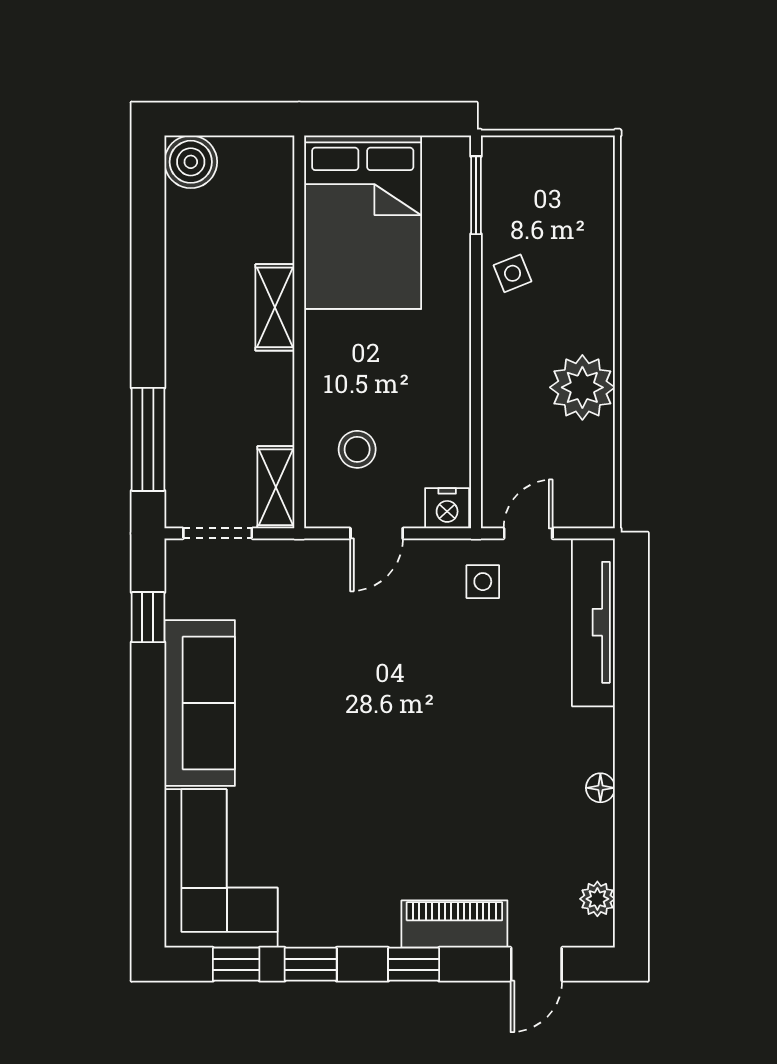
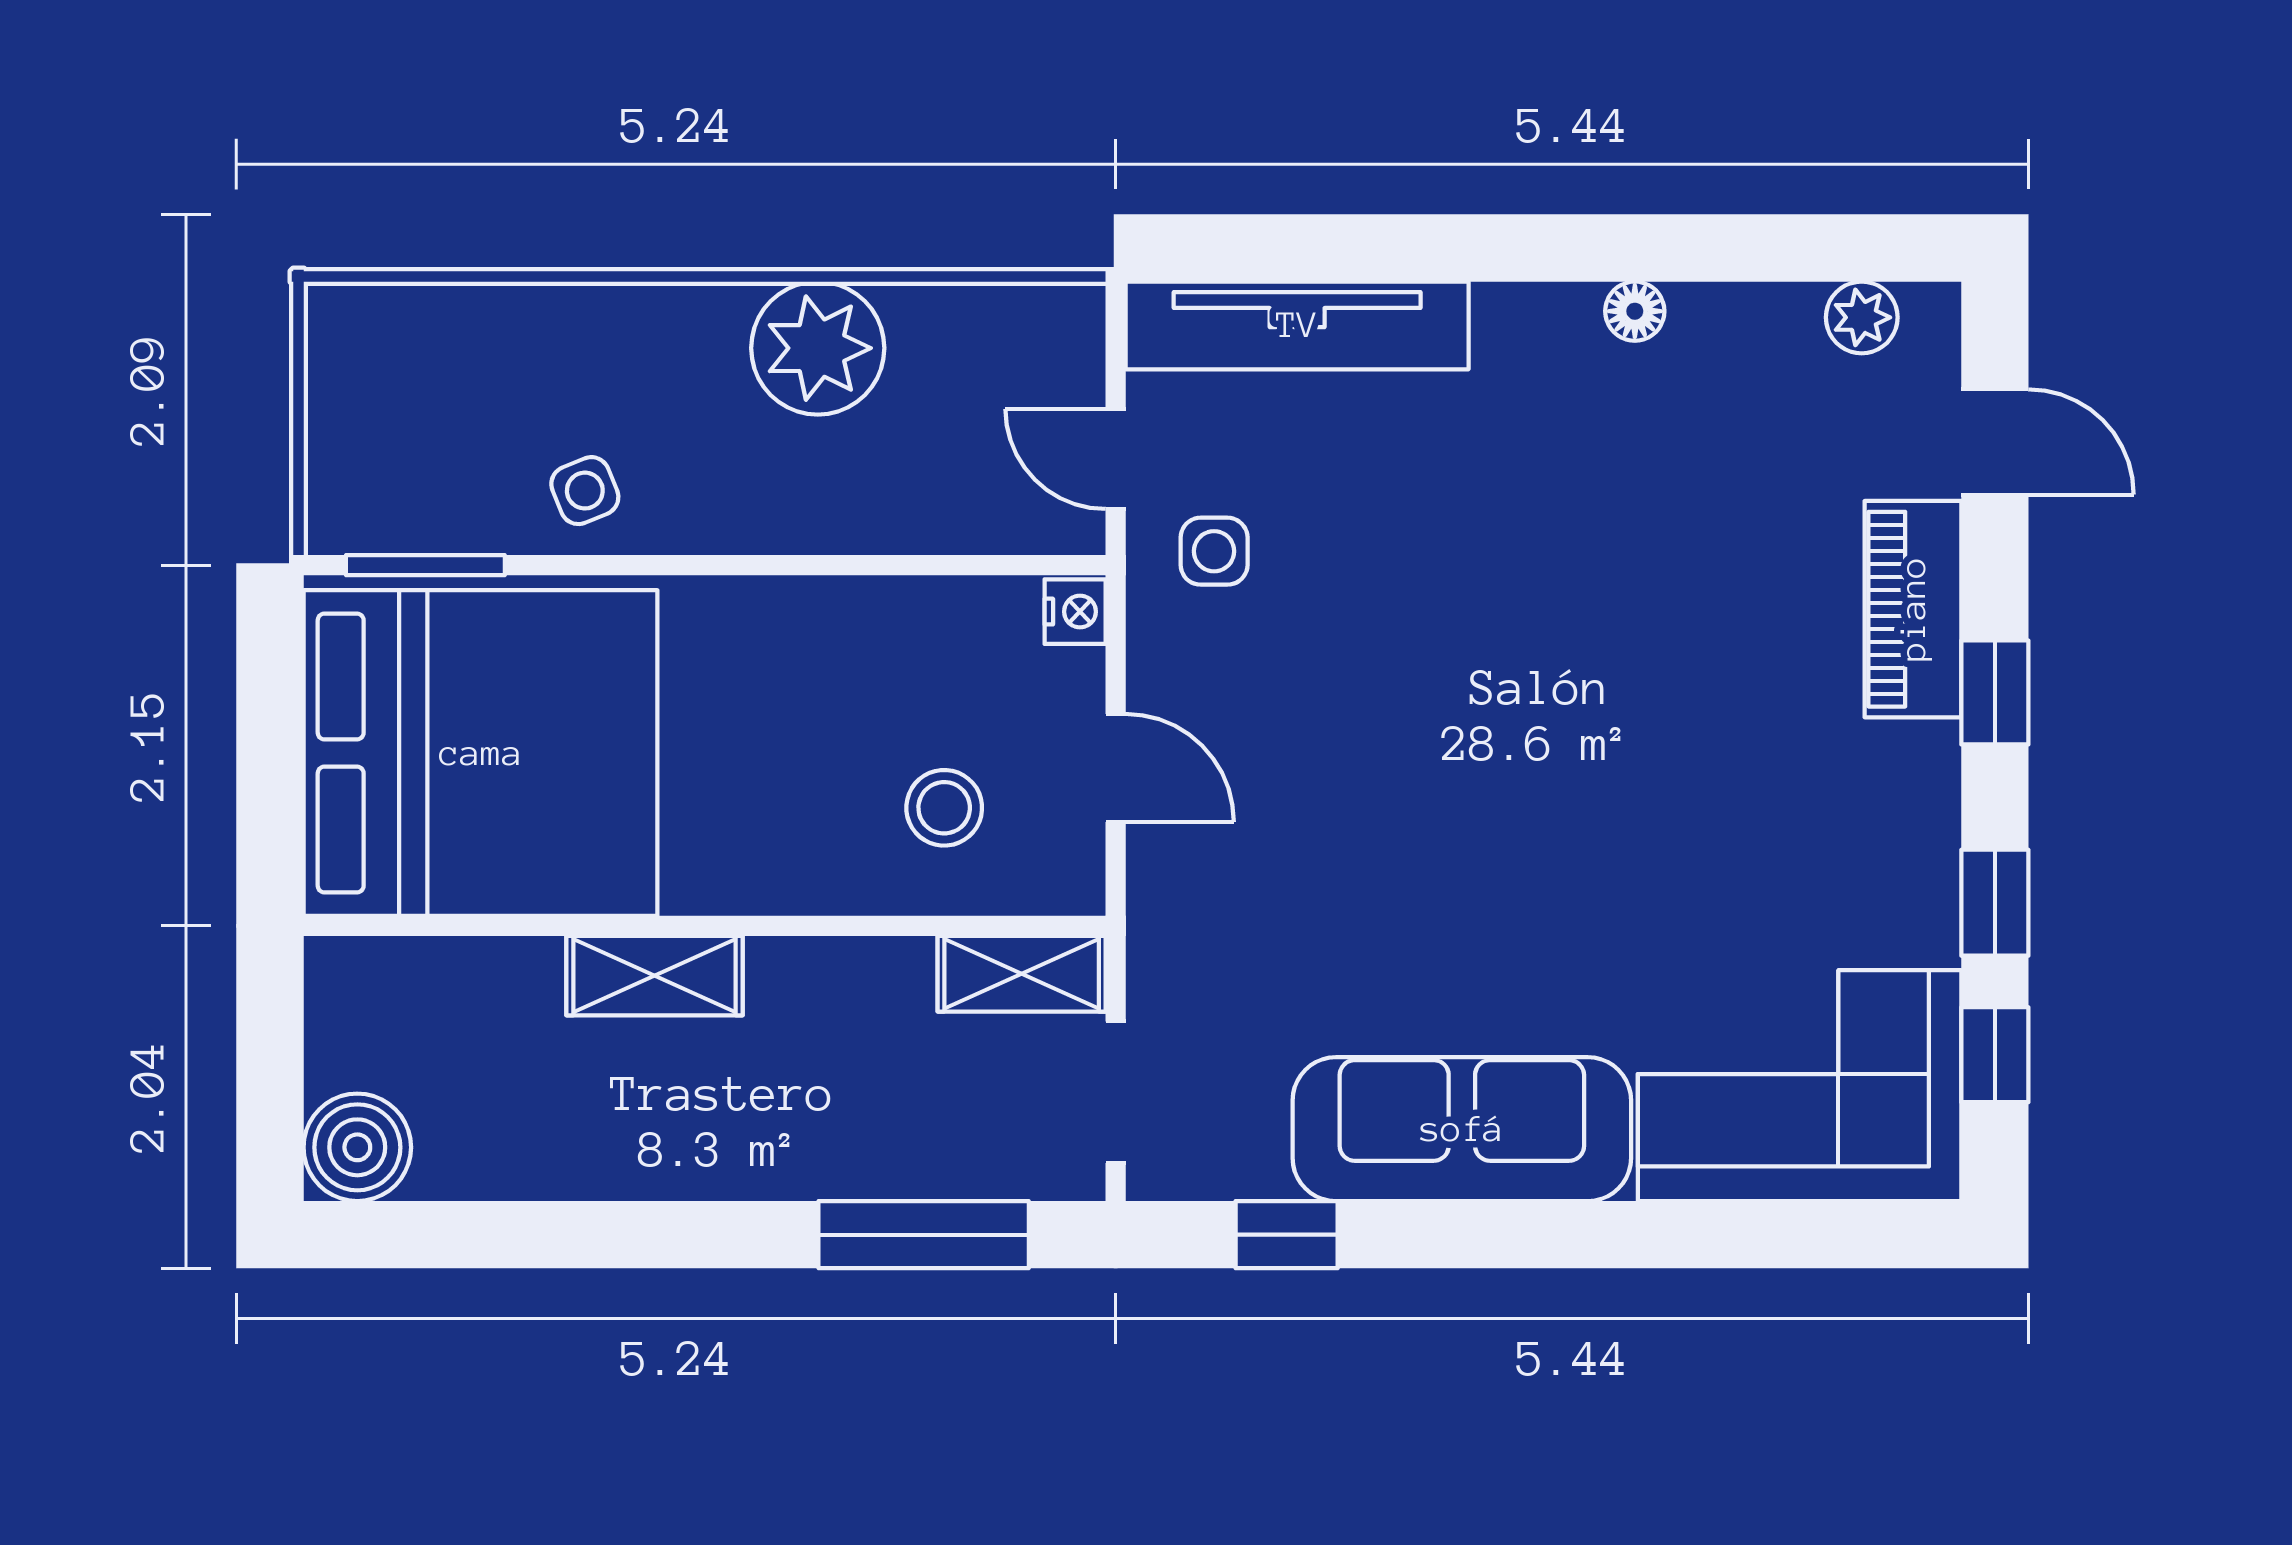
bed: (363, 222) -> (481, 753), width x1.36
nightstand: (447, 508) -> (1075, 612), width x0.72, depth x0.74

